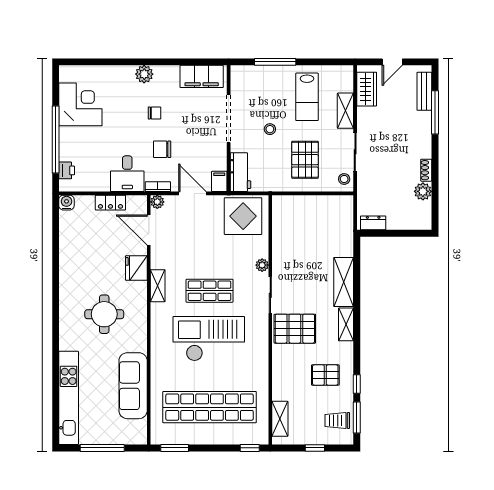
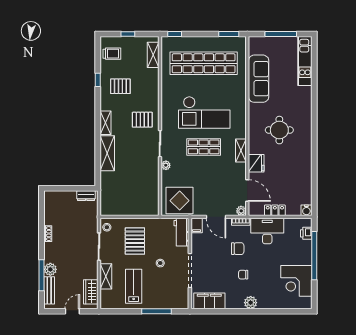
desk: (127, 174) -> (267, 231), width x1.37
plant: (423, 191) -> (50, 269), moved
pallet: (295, 329) -> (142, 120), width x0.67, depth x0.71
kitchen unit: (69, 398) -> (305, 61), width x0.73
window: (357, 417) -> (98, 56), removed

